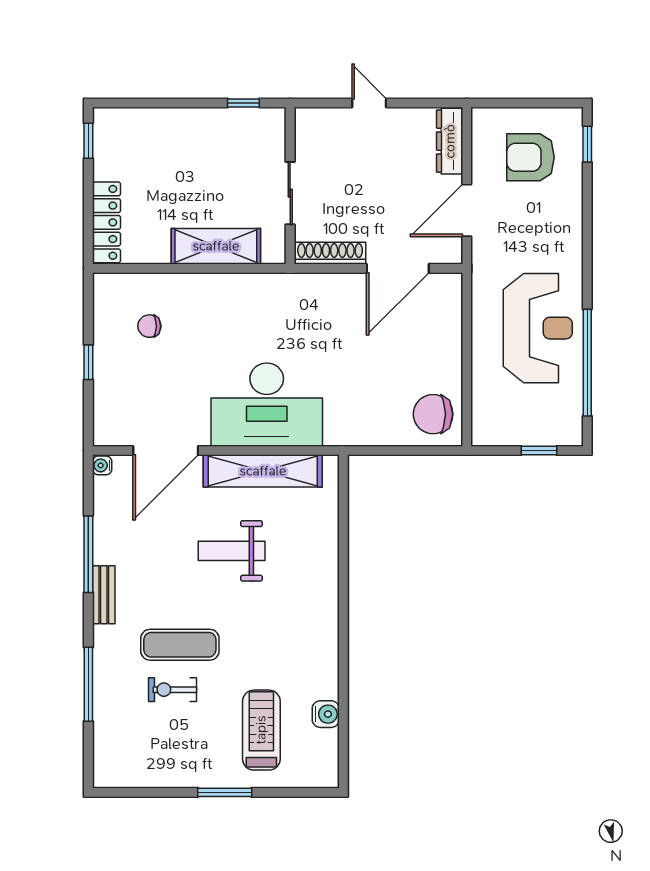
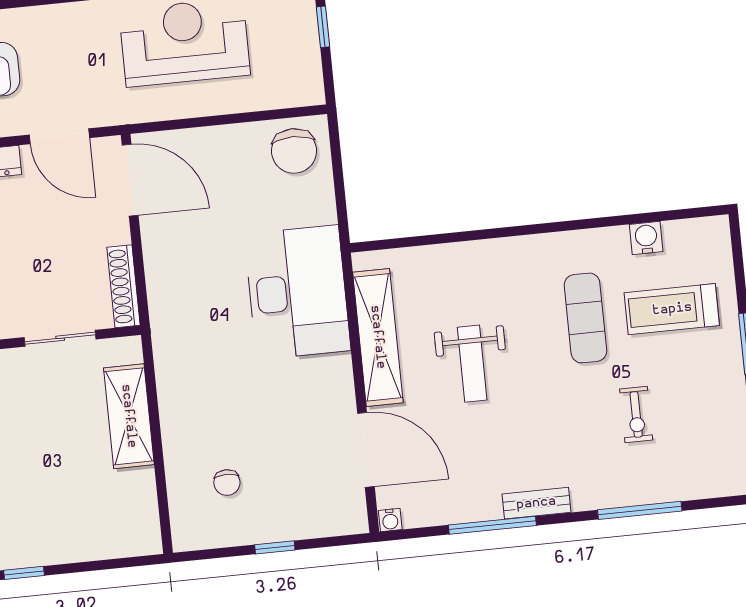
locker: (106, 222) -> (114, 543), removed
door: (398, 268) -> (130, 180), moved
desk: (267, 405) -> (297, 292), moved
exercise mat: (180, 645) -> (585, 318), moved

